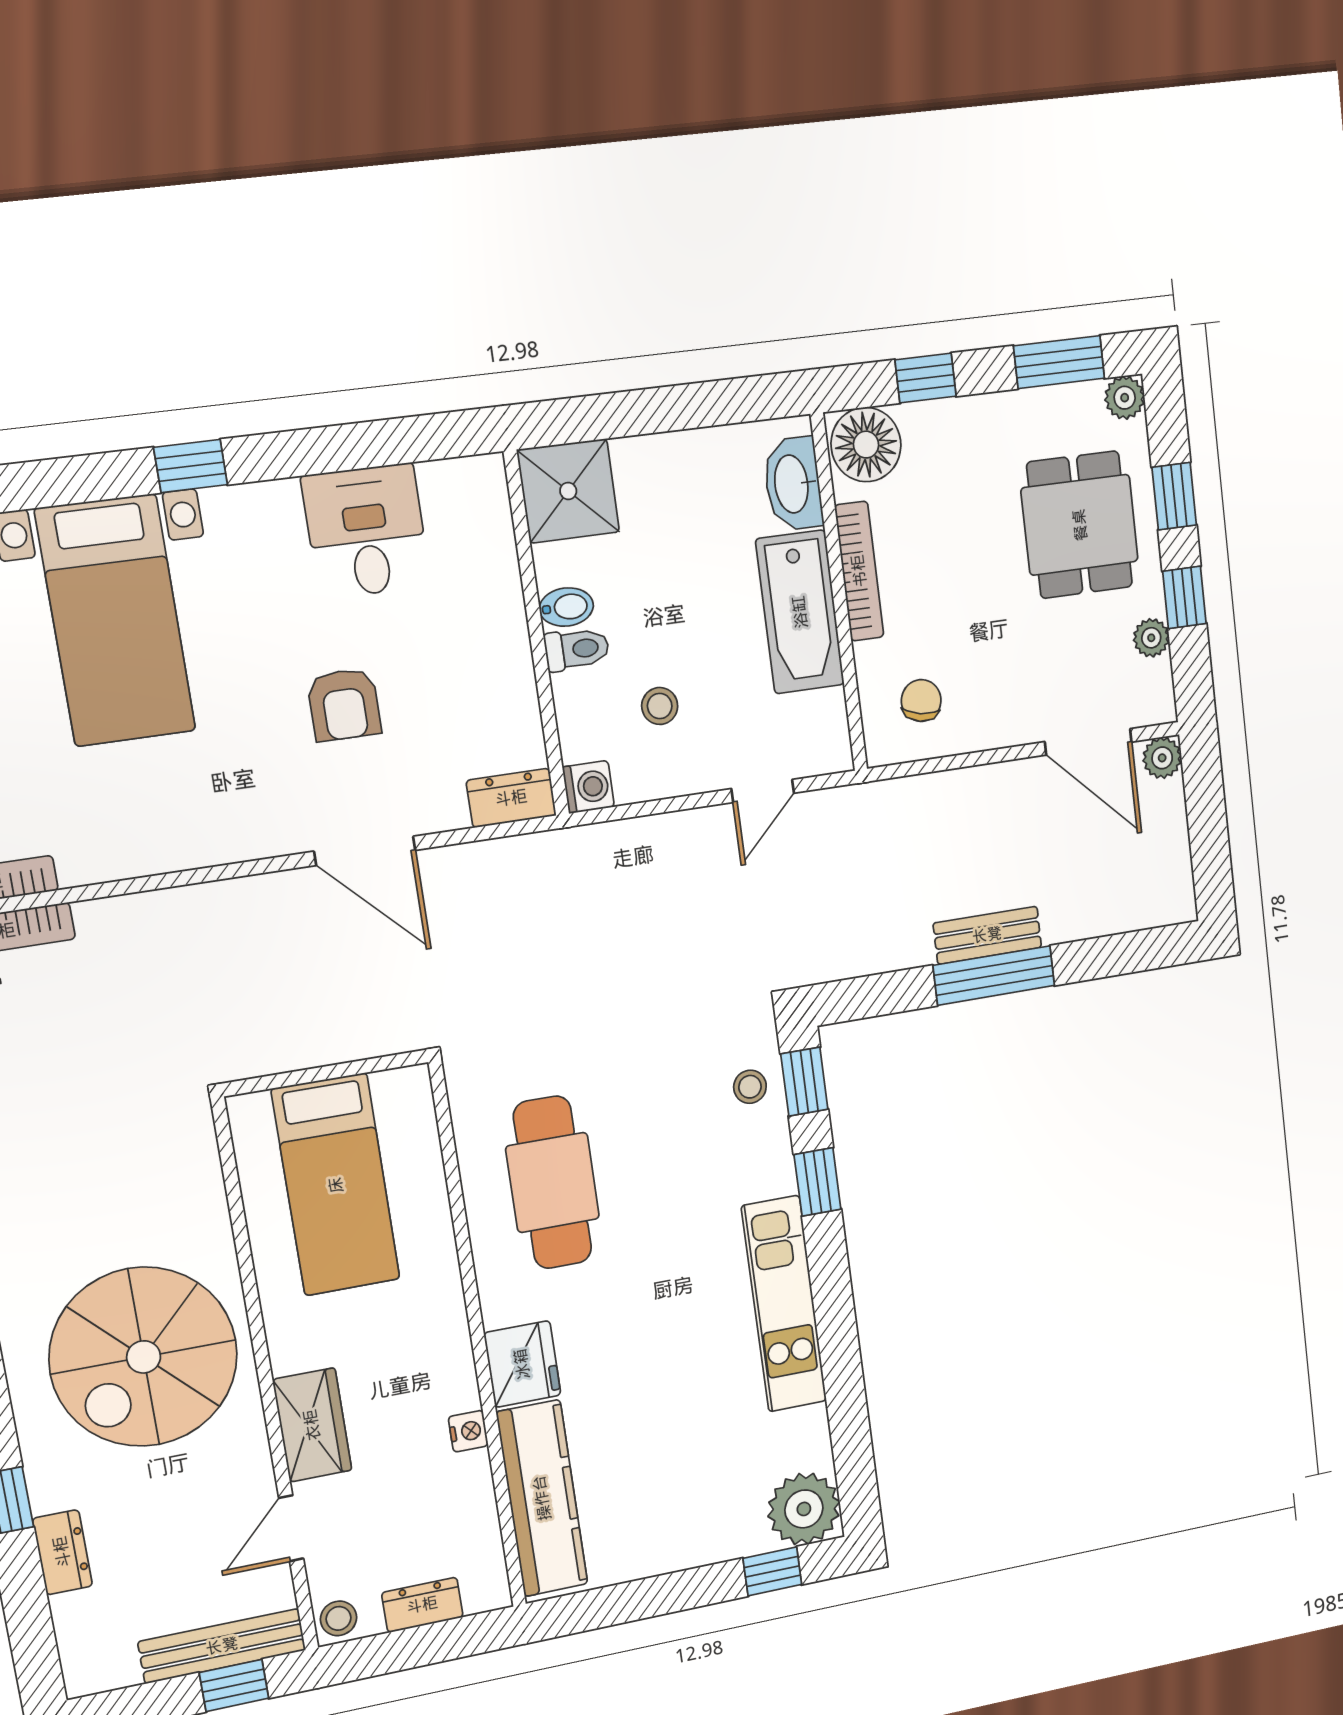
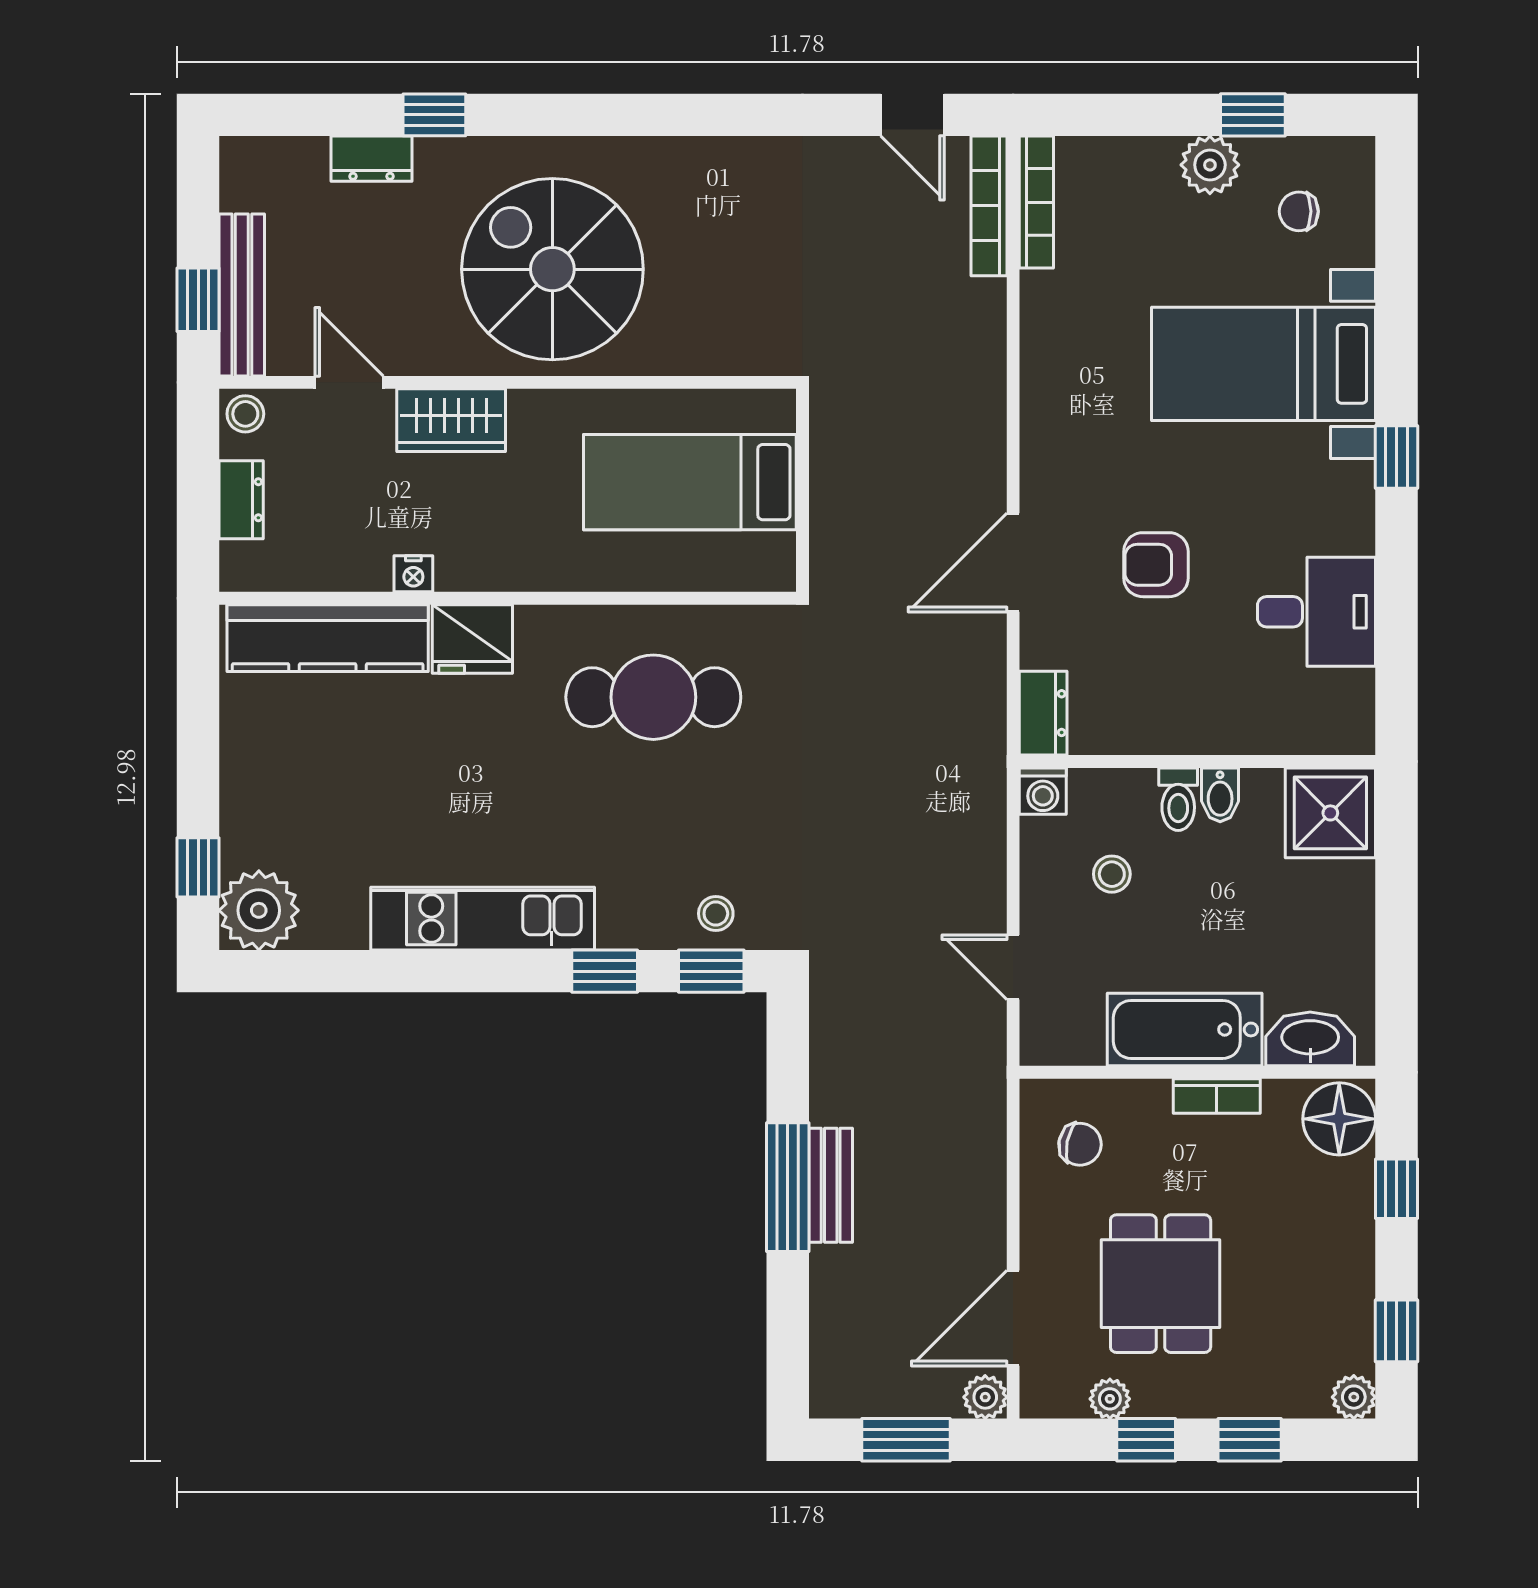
window: (1059, 362) -> (1397, 1331), width x0.67
dining table: (1080, 525) -> (1161, 1284), moved, turned 90
bookcase: (859, 571) -> (1217, 1096), width x0.64
window: (1208, 827) -> (906, 1440), added

